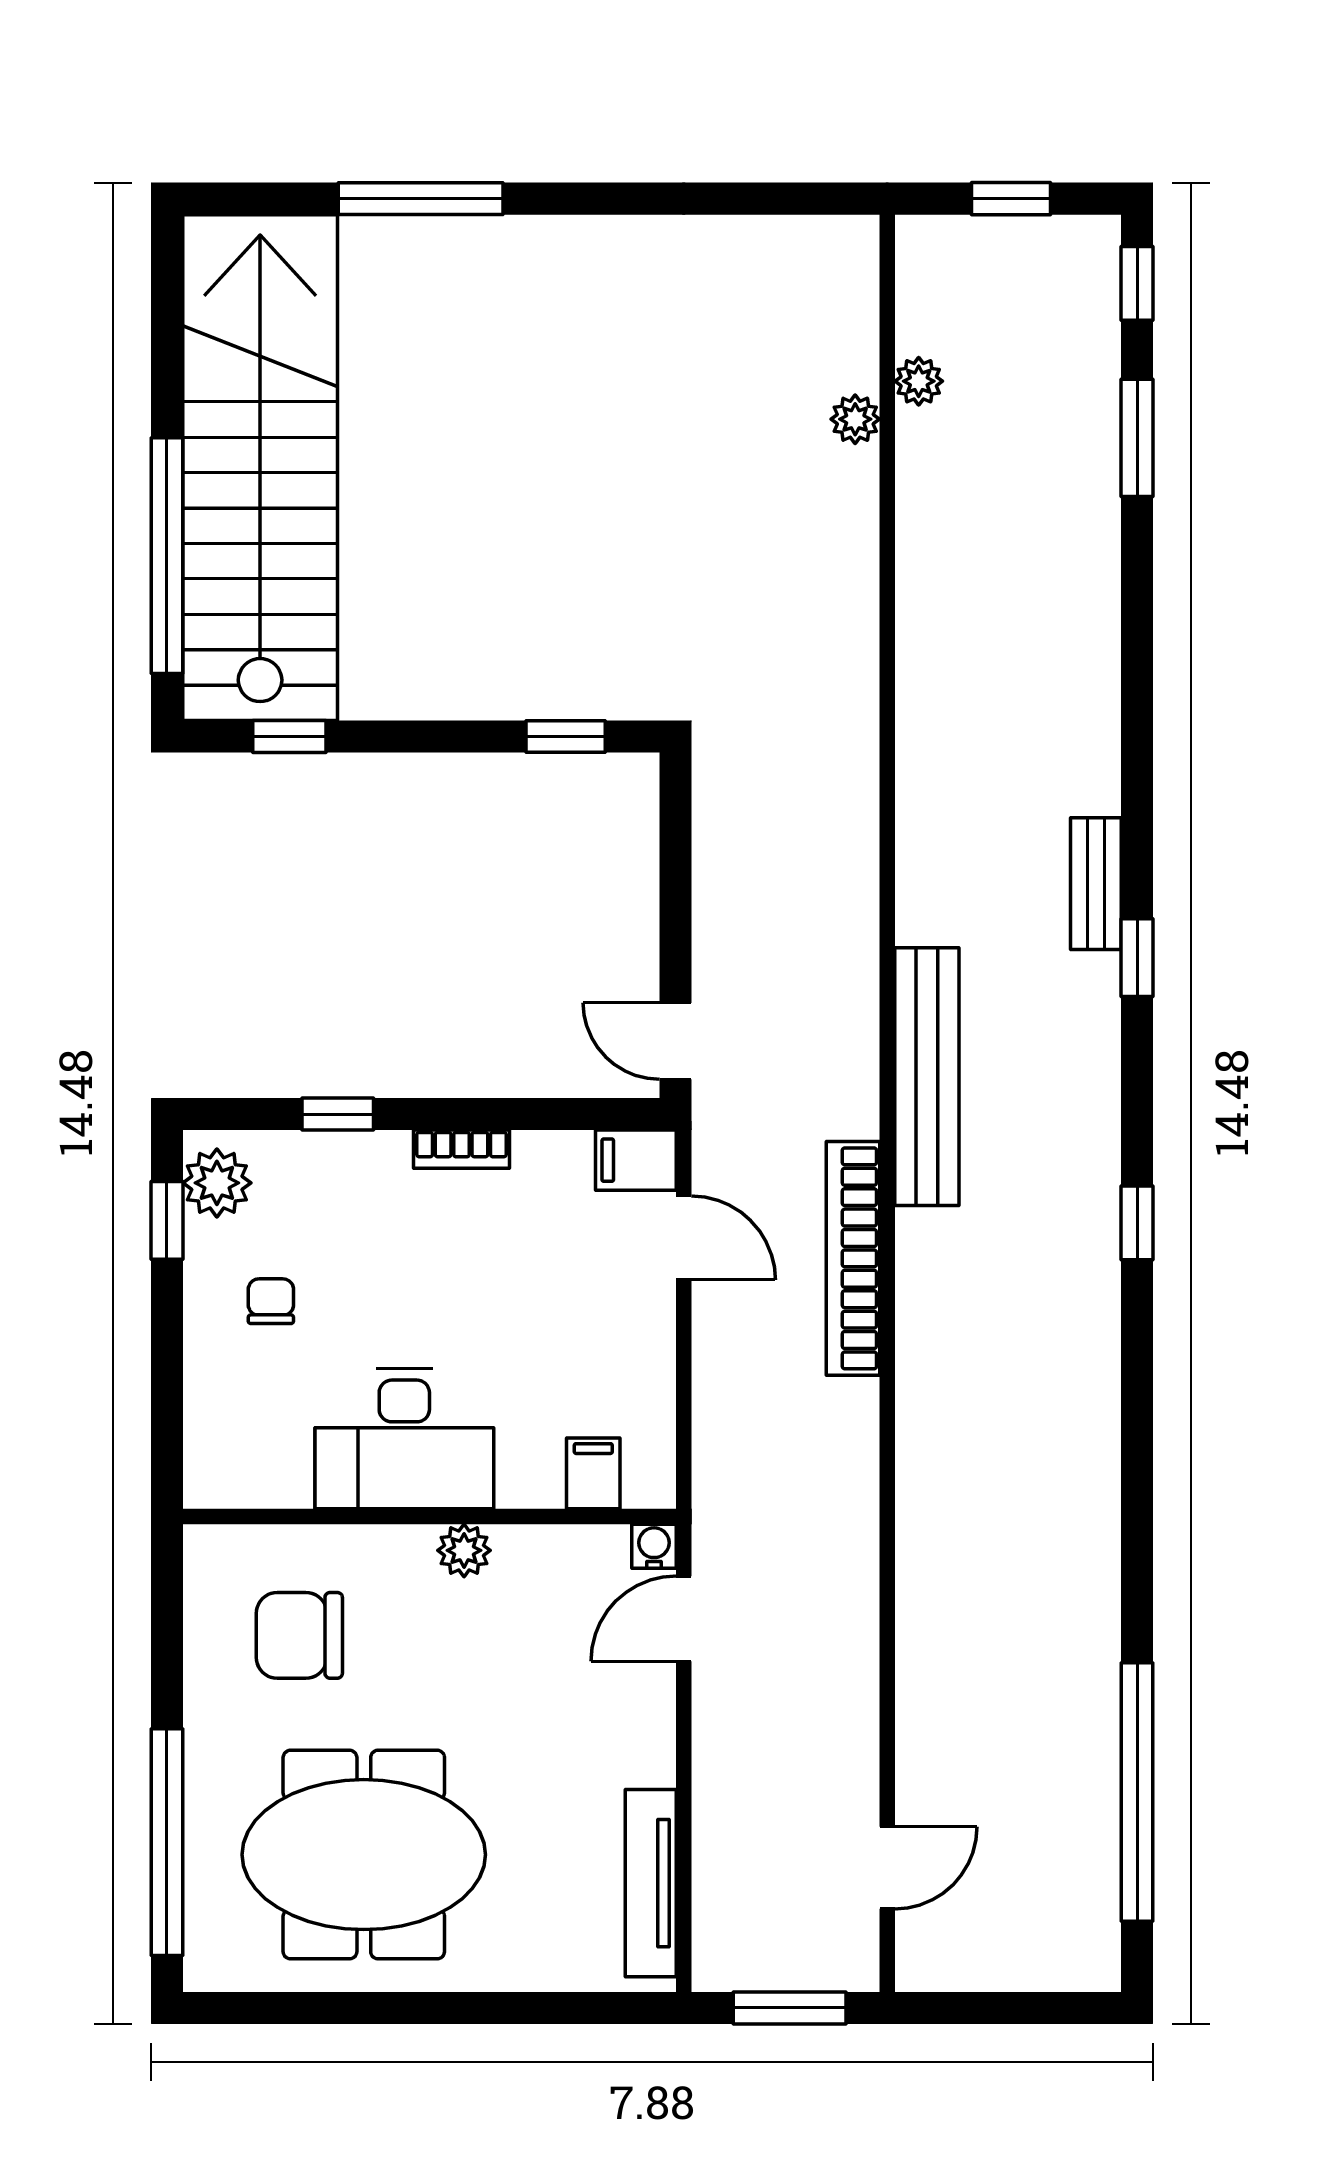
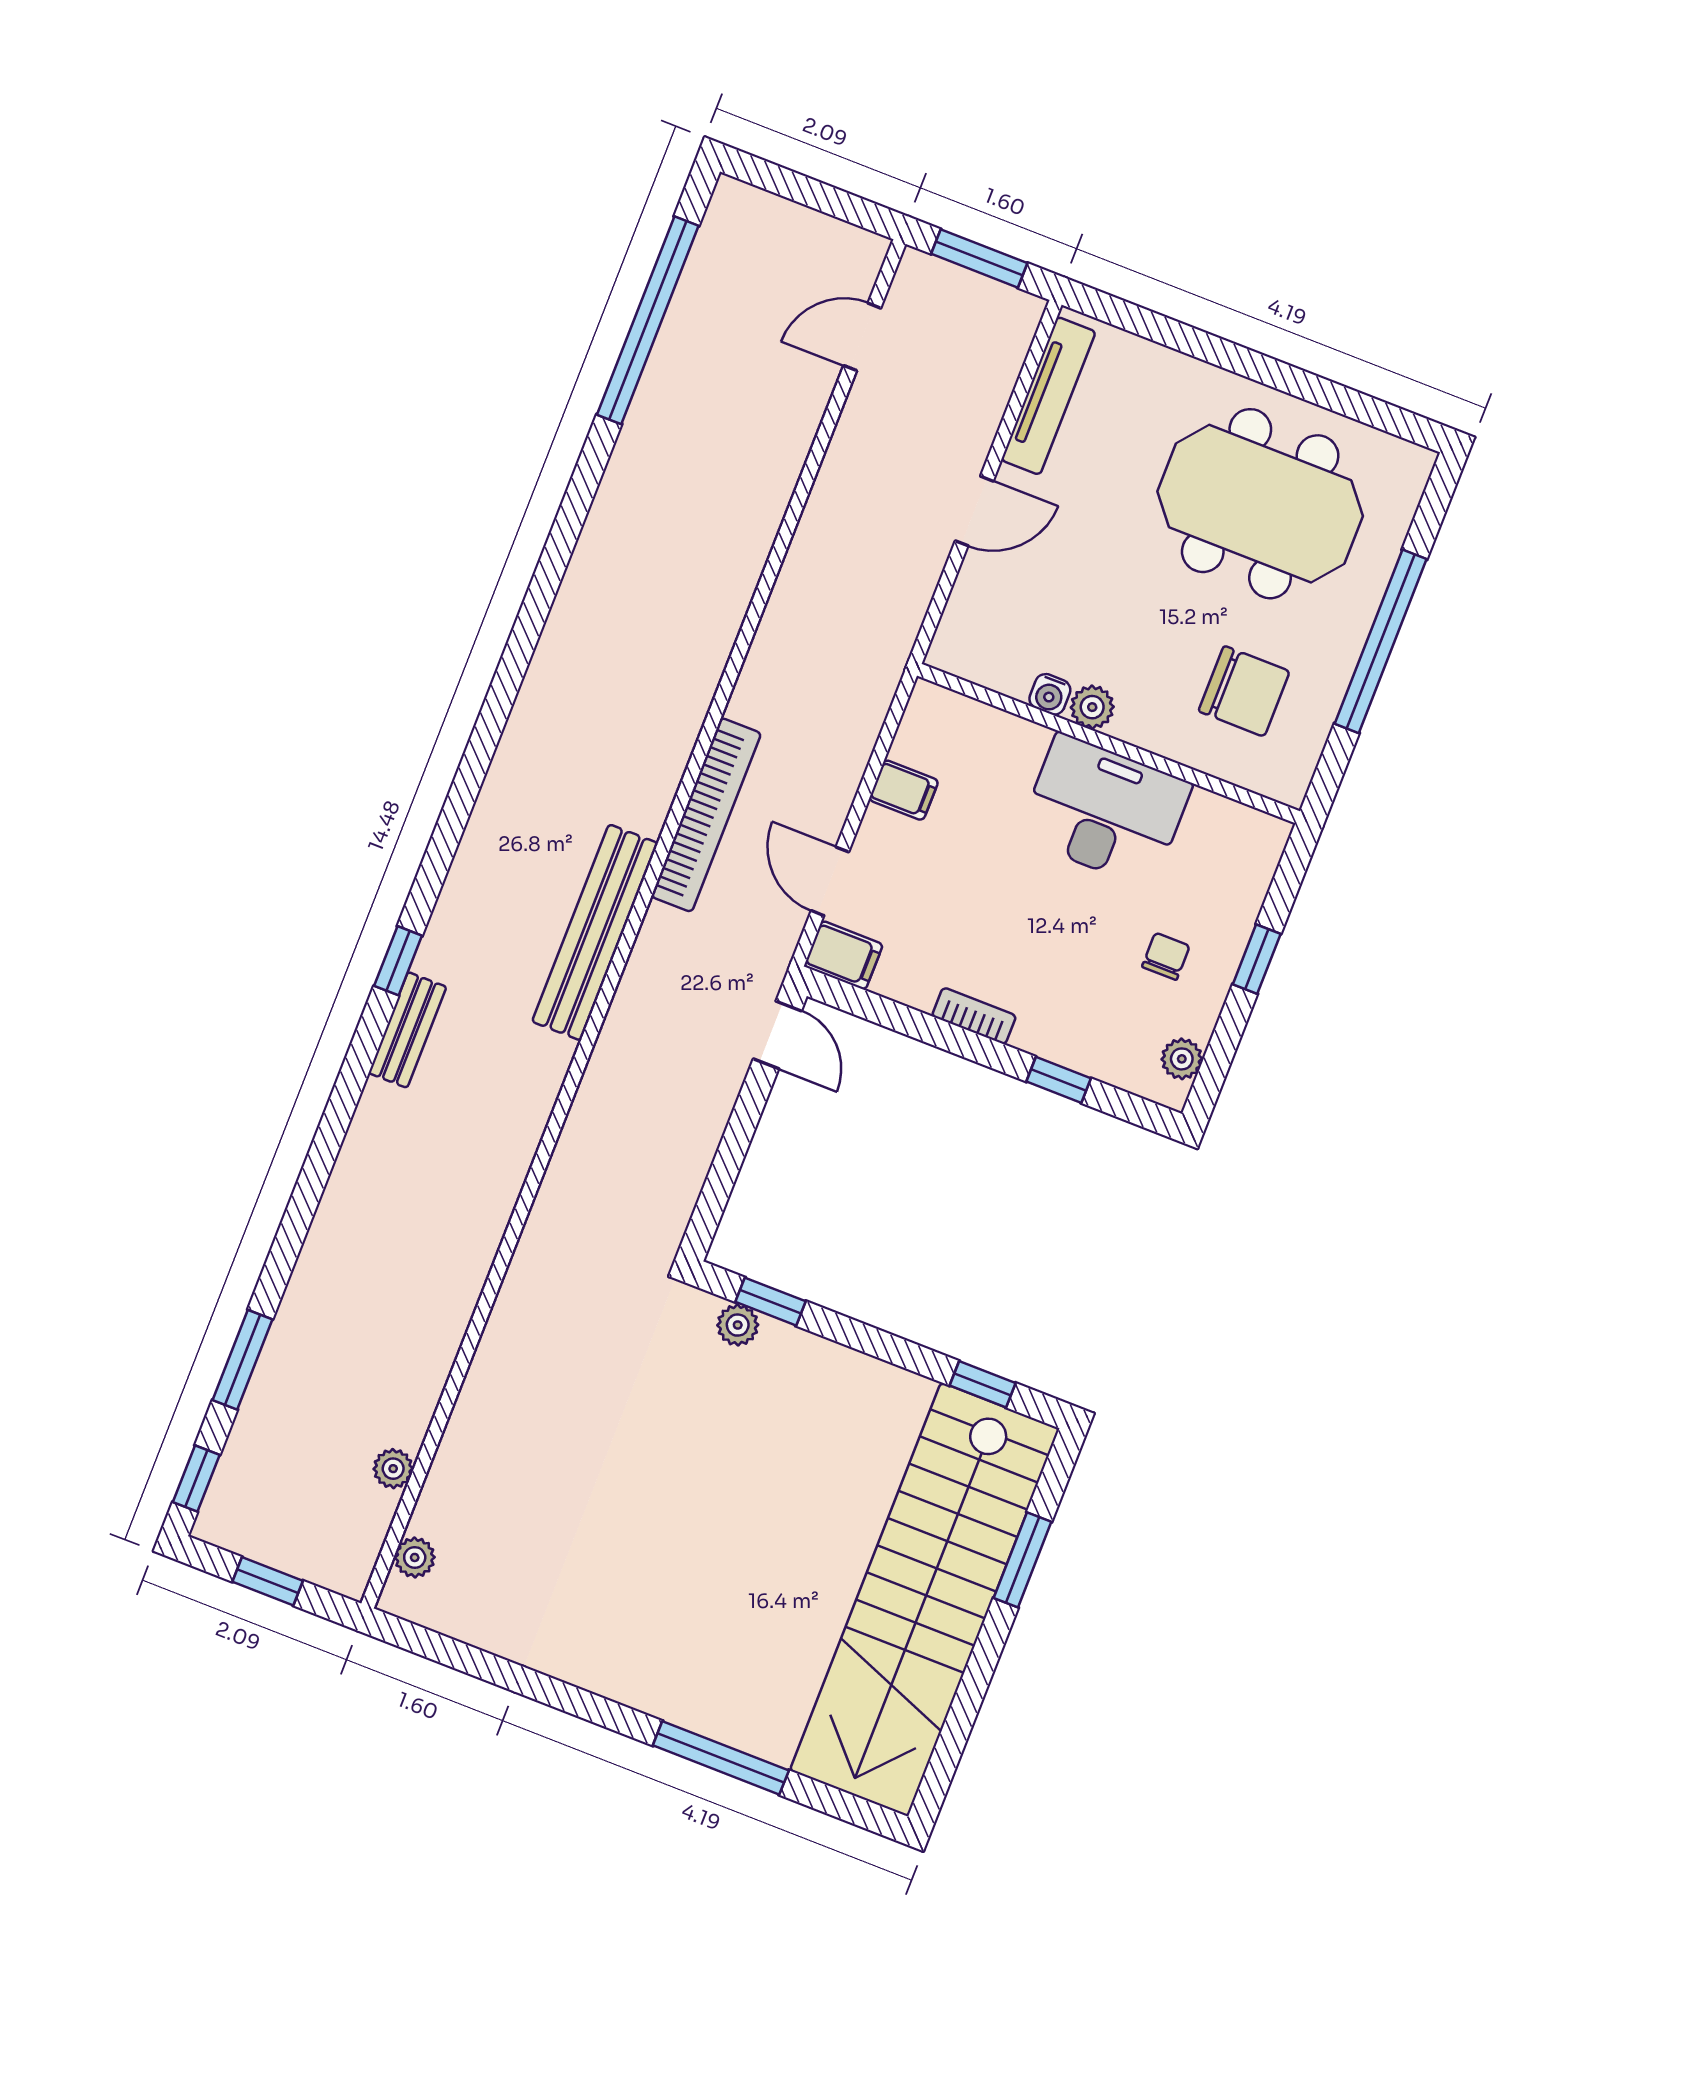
plant: (855, 419) -> (415, 1557), moved
window: (167, 556) -> (1023, 1560), width x0.47
plant: (592, 696) -> (738, 1325), added
plant: (217, 1183) -> (1182, 1059), width x0.73, depth x0.73
window: (167, 1220) -> (1257, 959), moved
window: (1137, 1223) -> (477, 757), removed
chair: (271, 1301) -> (1166, 956), turned 180
filing cabinet: (593, 1473) -> (904, 790), moved, turned -90
water cooler: (654, 1546) -> (1050, 694), moved
door: (684, 1619) -> (974, 511), moved
window: (167, 1842) -> (1381, 641), moved

